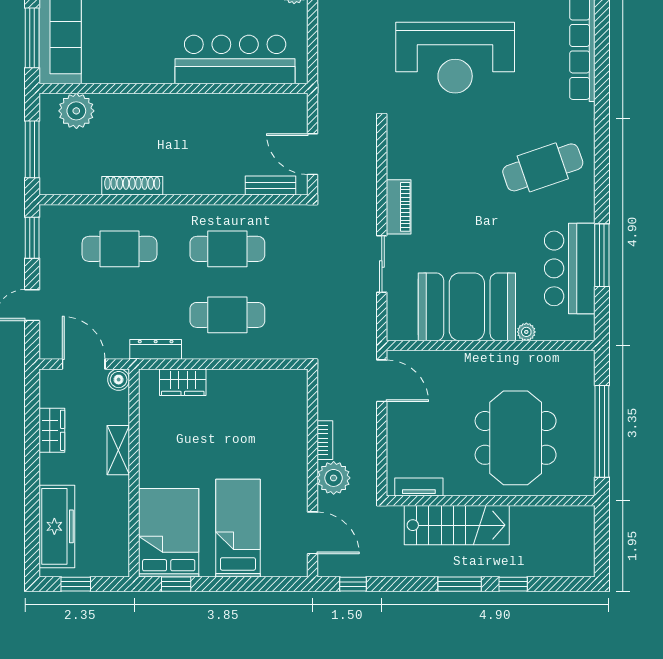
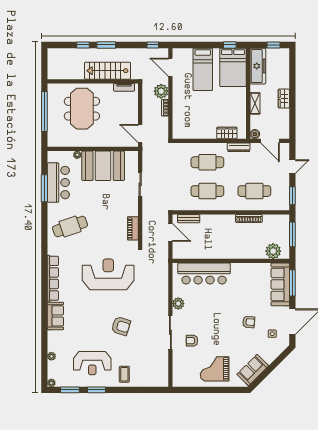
piano: (399, 207) -> (133, 228), moved
wardrobe: (52, 430) -> (284, 99), moved
freezer: (57, 526) -> (258, 66), moved, turned 180

